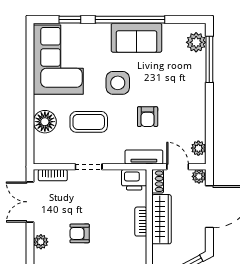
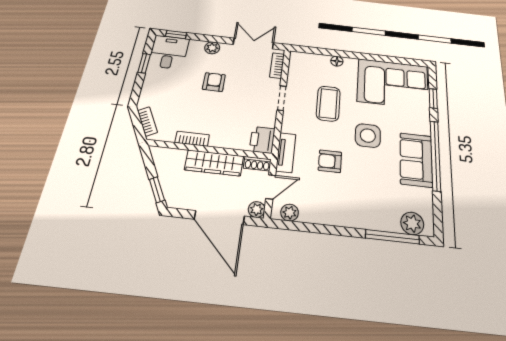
floor lamp: (45, 122) -> (337, 61), width x0.53, depth x0.53
bookcase: (141, 222) -> (192, 139), moved

